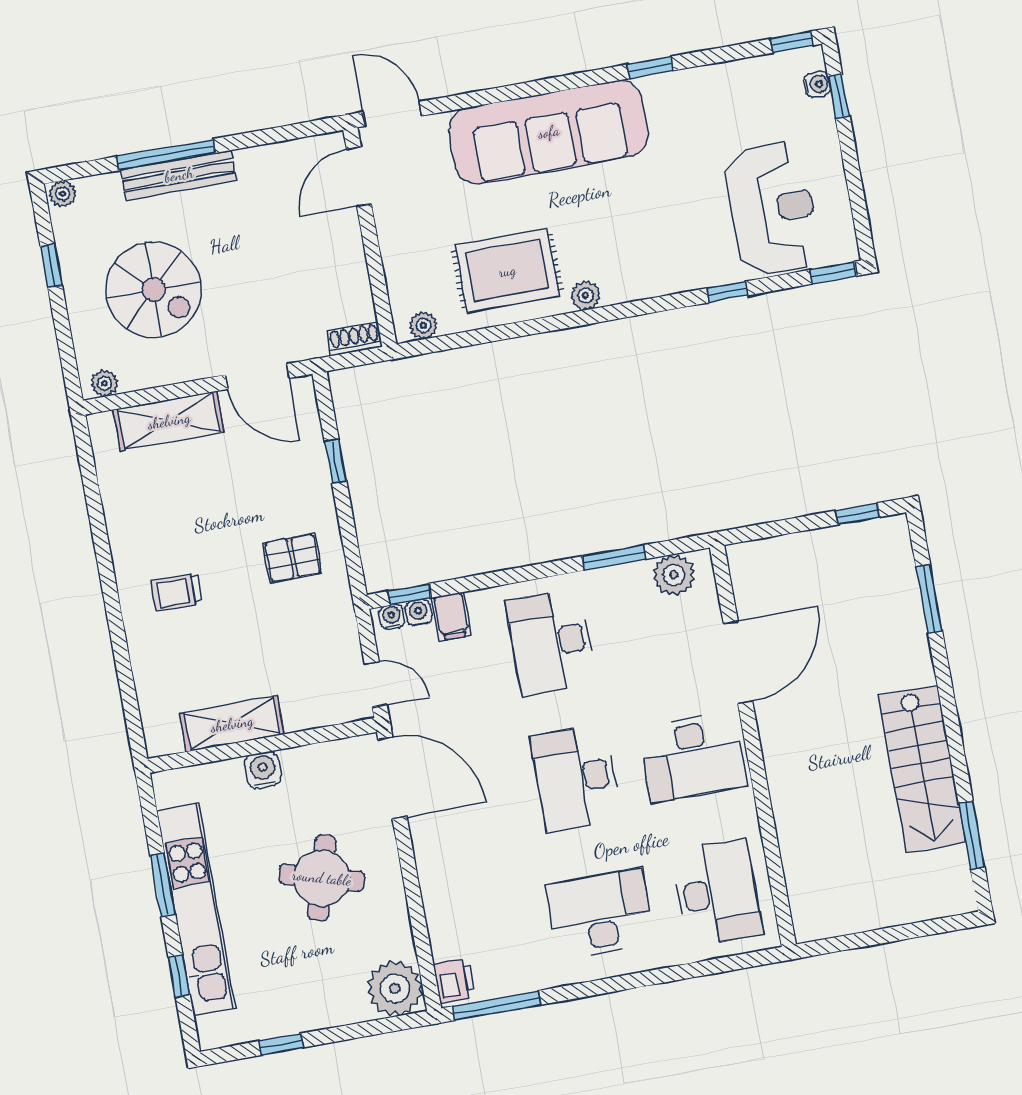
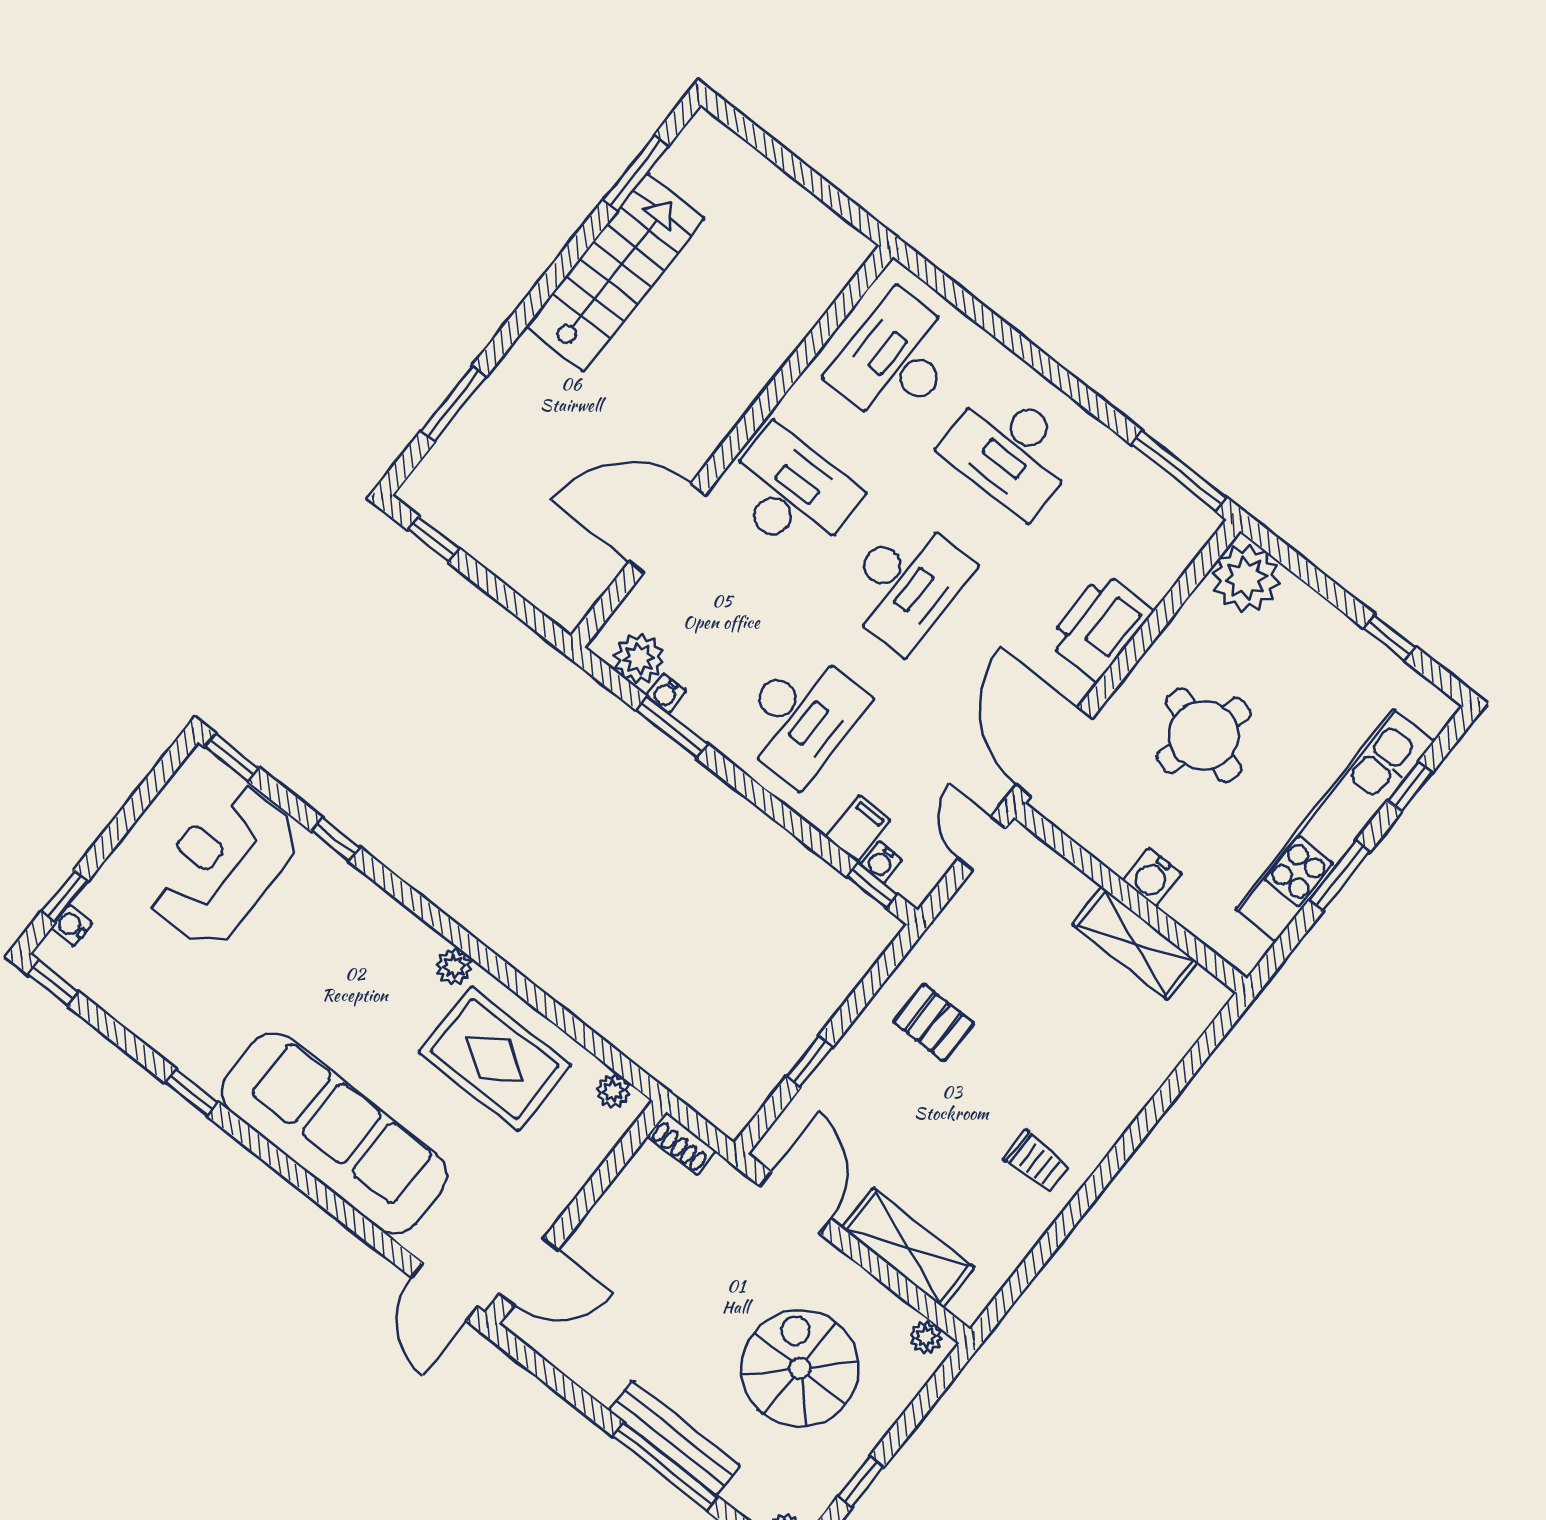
trolley: (176, 592) -> (1037, 1162), moved
water cooler: (392, 617) -> (666, 693), moved
printer: (455, 980) -> (1100, 627), moved, width x1.87, depth x1.48

